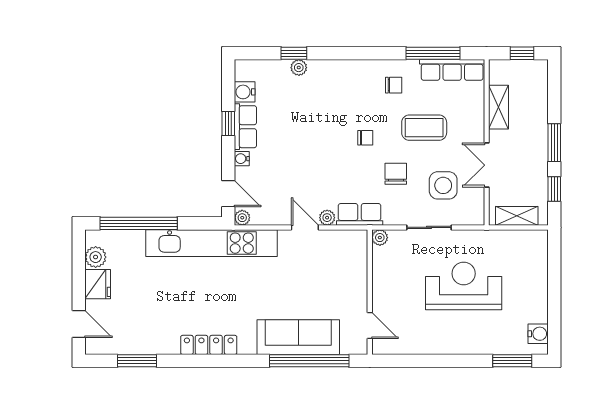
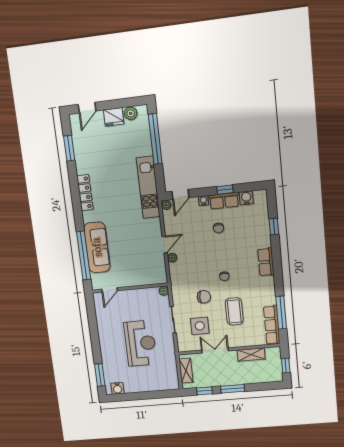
plant: (299, 68) -> (265, 231), removed
chair: (394, 85) -> (218, 228), moved
row of seats: (360, 214) -> (266, 262), moved, turned 180
kitchen unit: (212, 243) -> (148, 187), width x0.73

